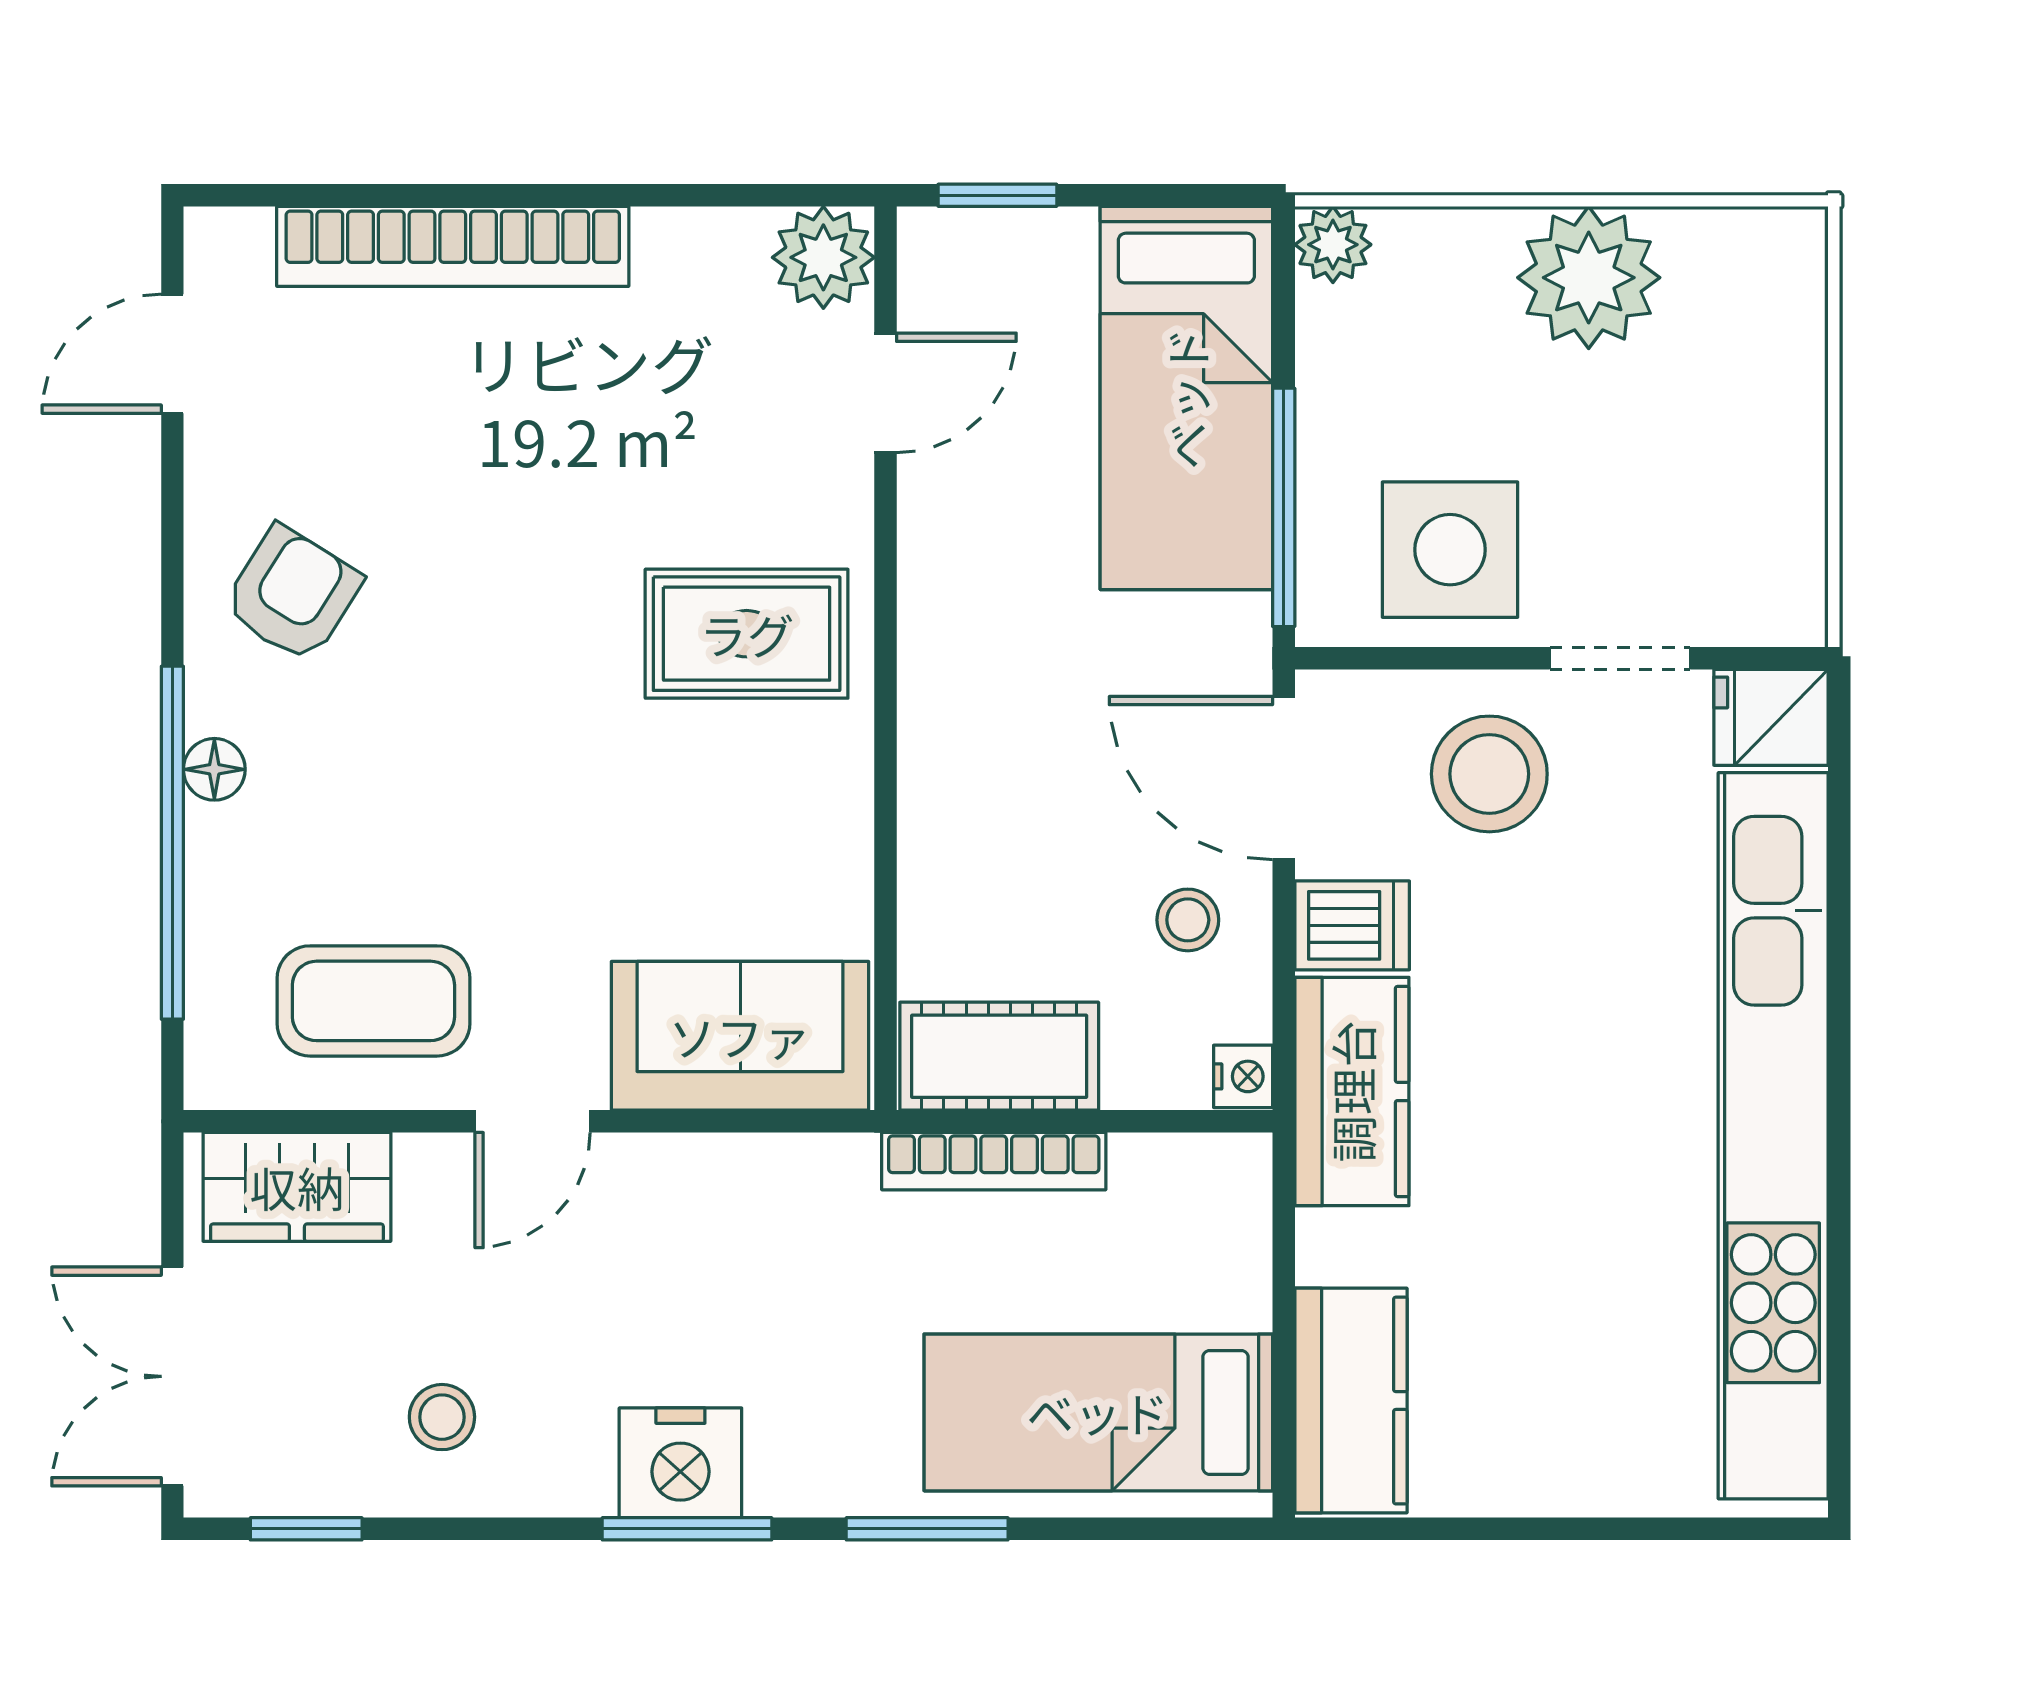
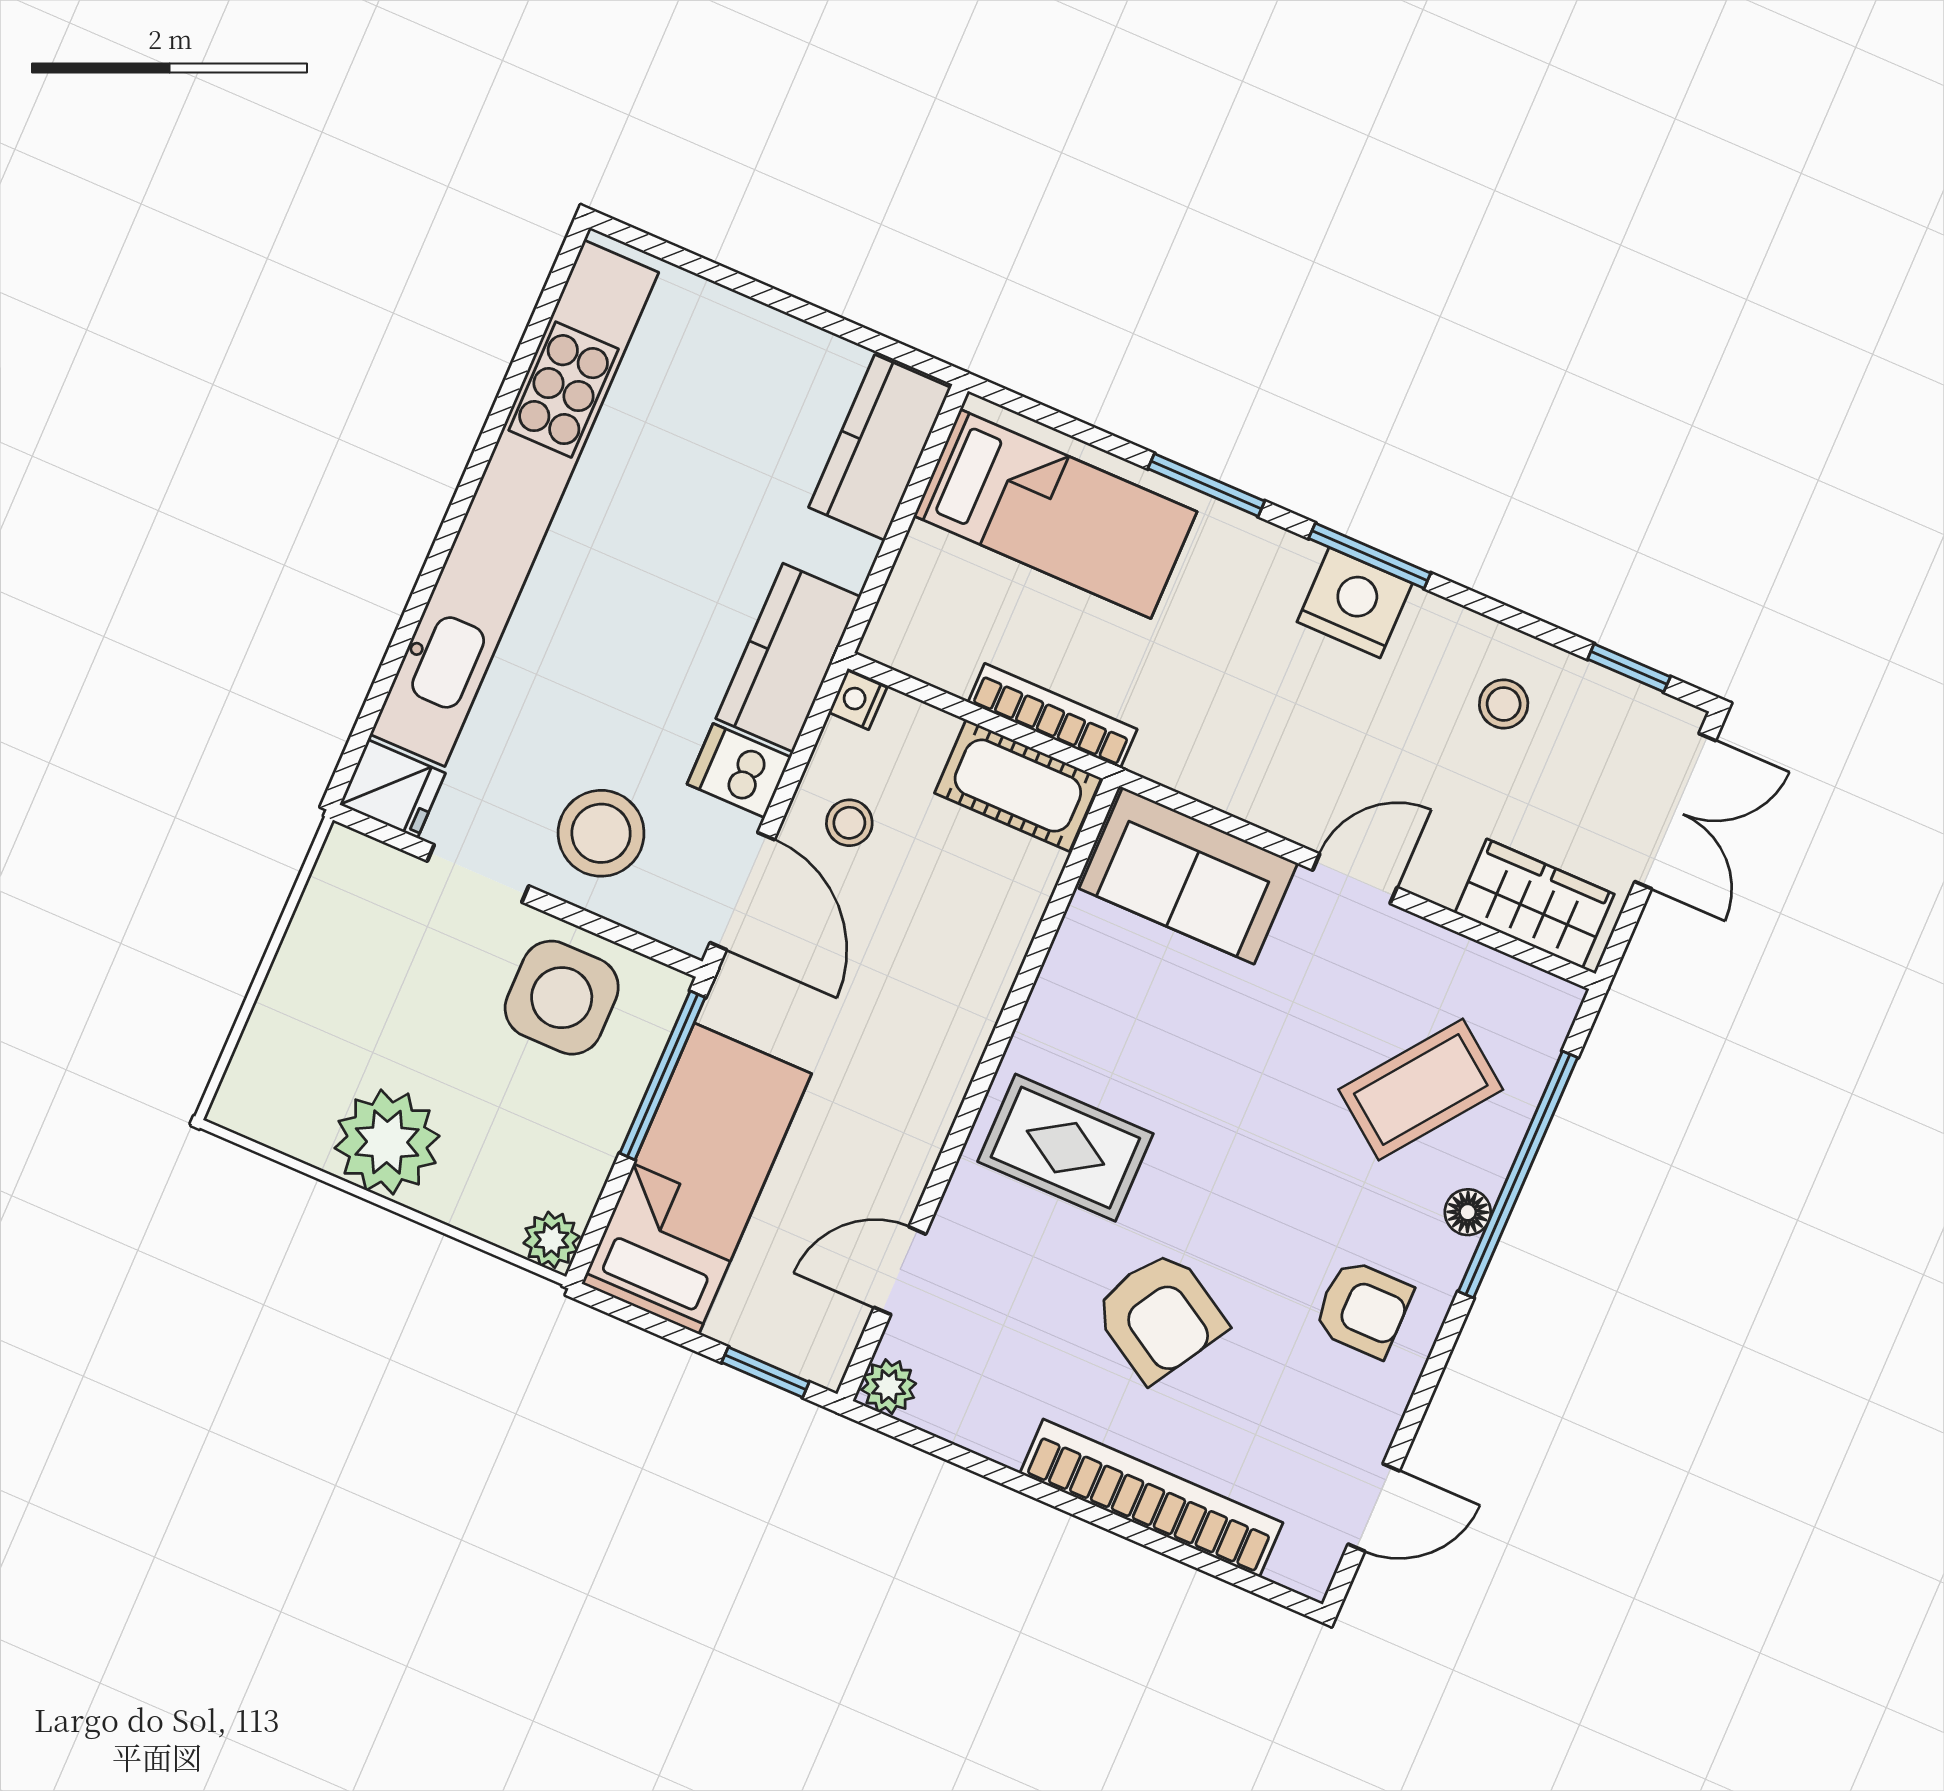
plant: (823, 257) -> (889, 1387), width x0.73, depth x0.73
armchair: (540, 476) -> (1160, 1316), added
armchair: (292, 594) -> (1363, 1309), turned -122
coffee table: (373, 1001) -> (1421, 1090), moved, turned -53

